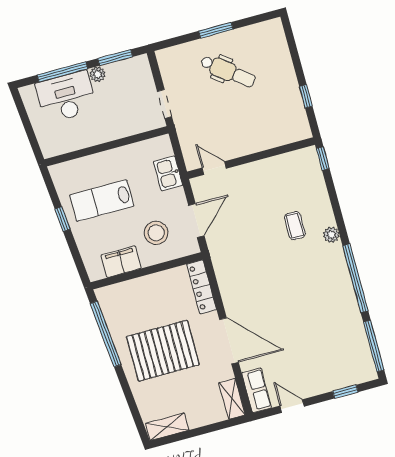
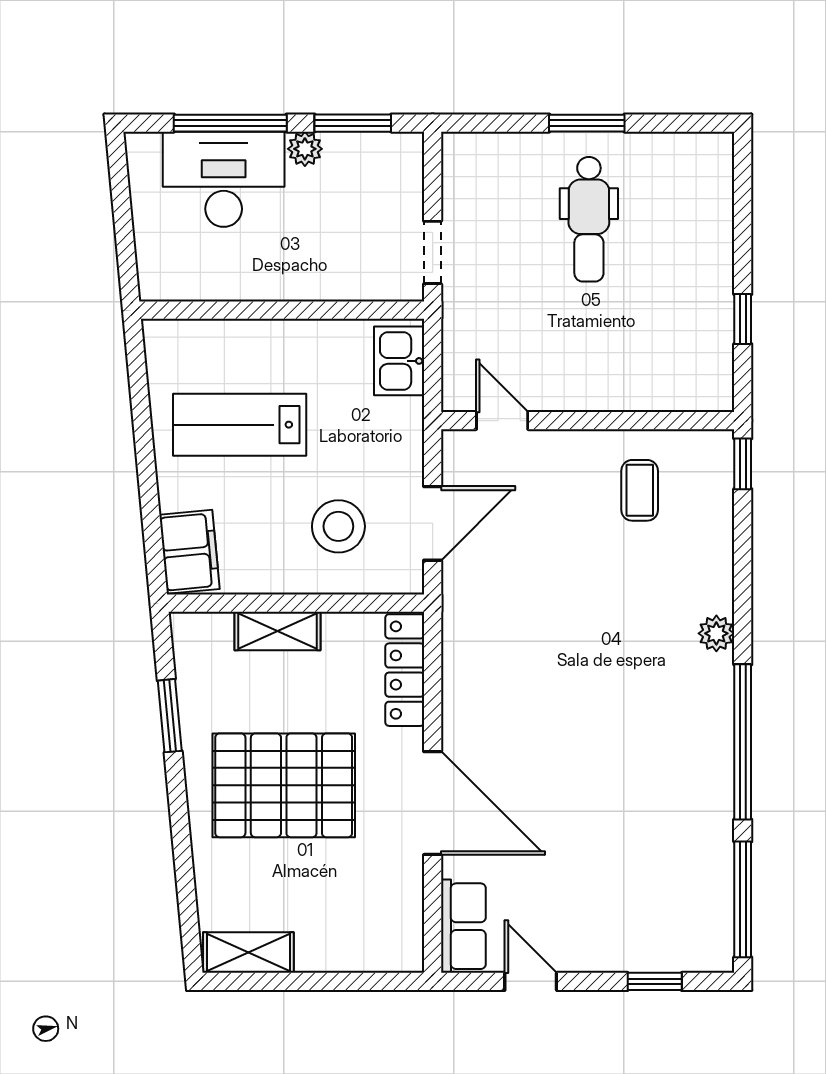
dental chair: (228, 71) -> (589, 219), turned 52
kitchen sink: (168, 173) -> (399, 361), moved
window: (63, 219) -> (144, 442), removed
coffee table: (295, 226) -> (640, 490), moved
filing cabinet: (121, 262) -> (189, 552), moved, turned 85
window: (106, 334) -> (170, 716), width x0.47
shelving: (232, 399) -> (277, 631), moved, turned 90

